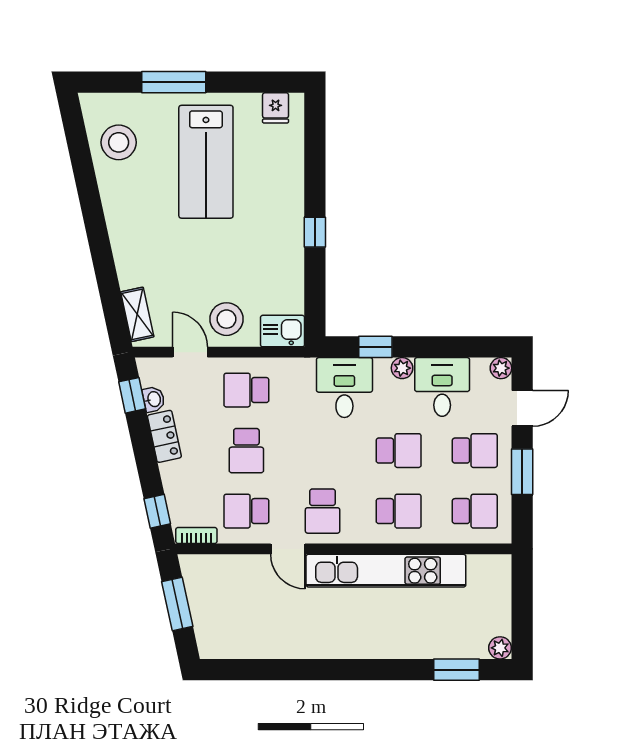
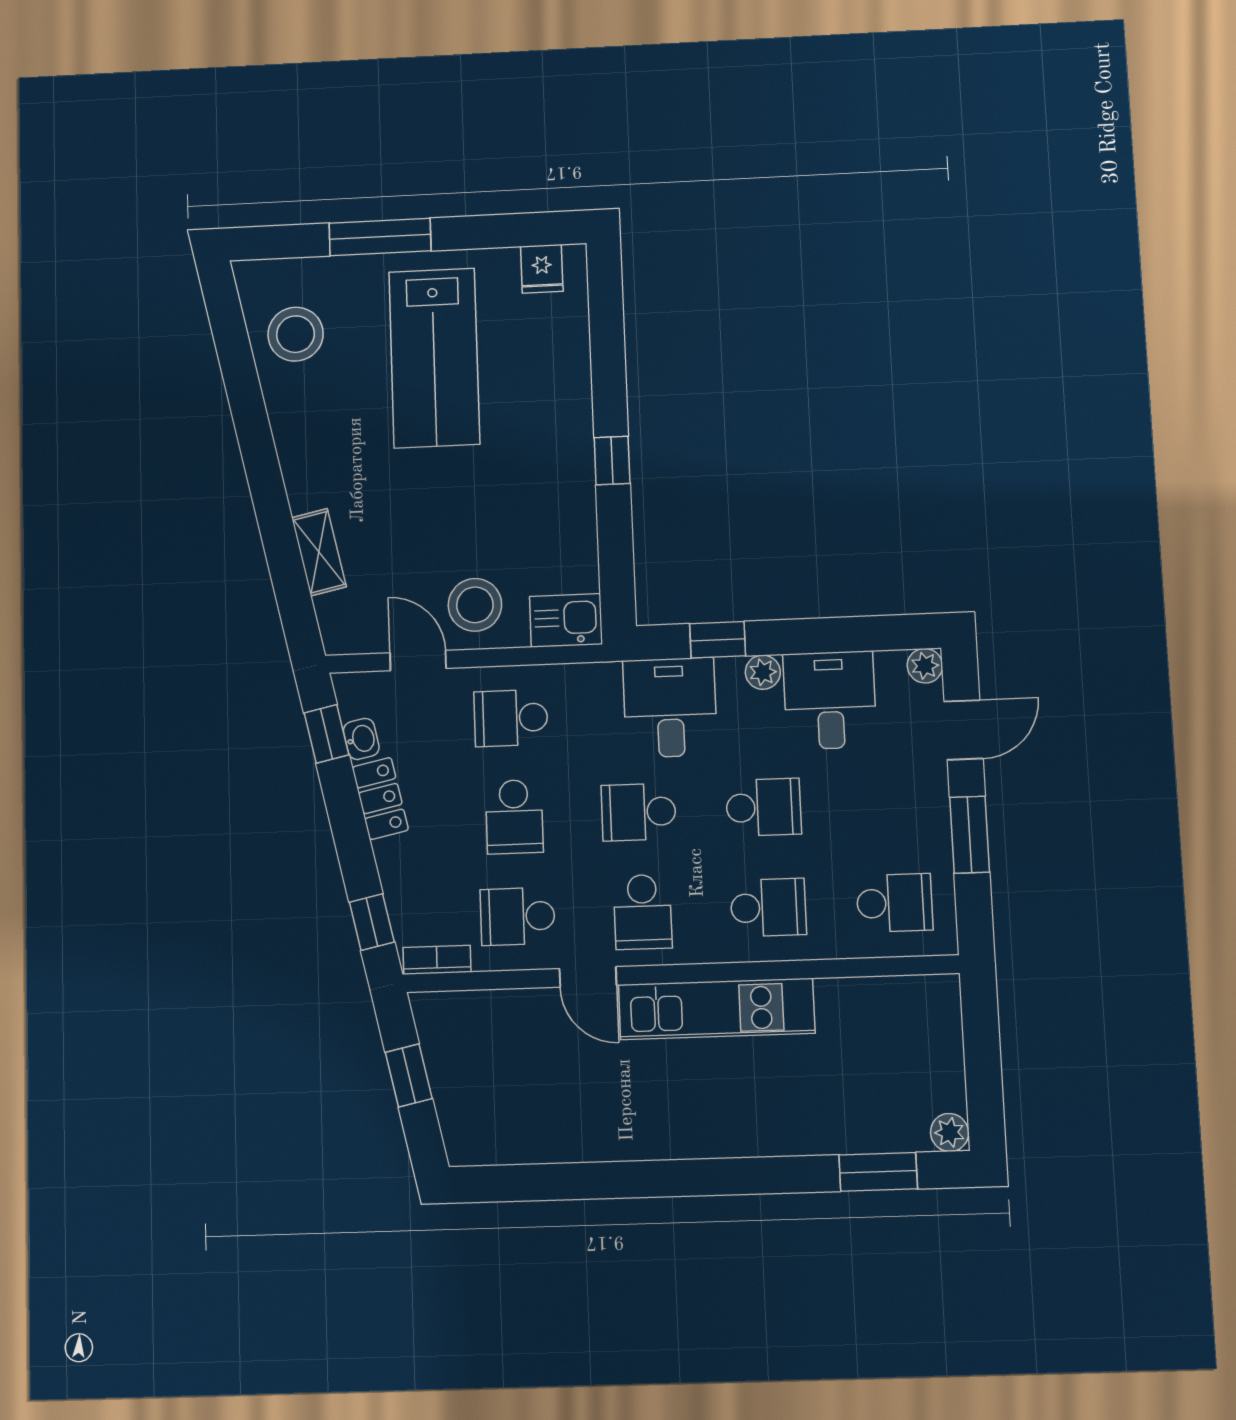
shelving: (137, 314) -> (319, 552), moved
school desk: (475, 451) -> (639, 812), moved, turned 180
kitchen unit: (386, 571) -> (717, 1009), width x0.73
window: (177, 604) -> (409, 1075), width x0.67

